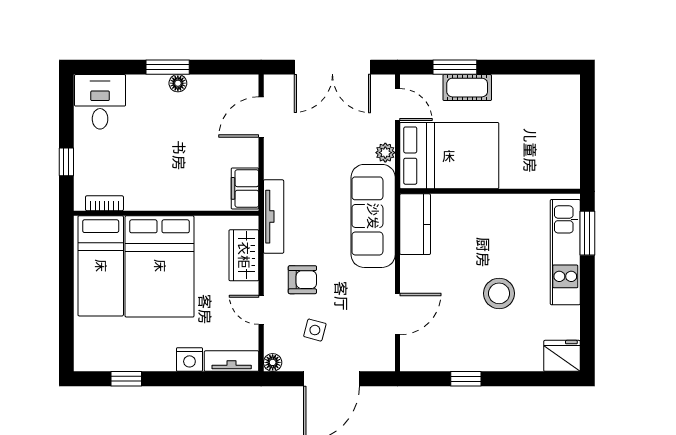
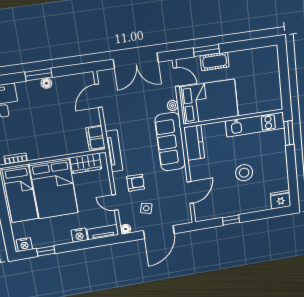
kitchen unit: (565, 252) -> (255, 125), moved, turned -90
wardrobe: (244, 255) -> (86, 163), moved, turned -90
nightstand: (91, 360) -> (24, 245), added

